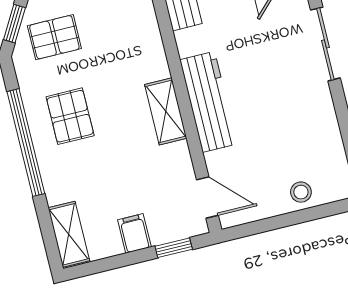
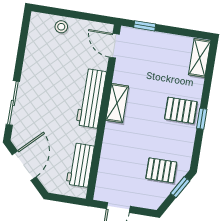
pallet: (70, 116) -> (181, 110), moved, turned 90
window: (26, 143) -> (202, 119), width x0.32
filing cabinet: (134, 233) -> (163, 43), removed

